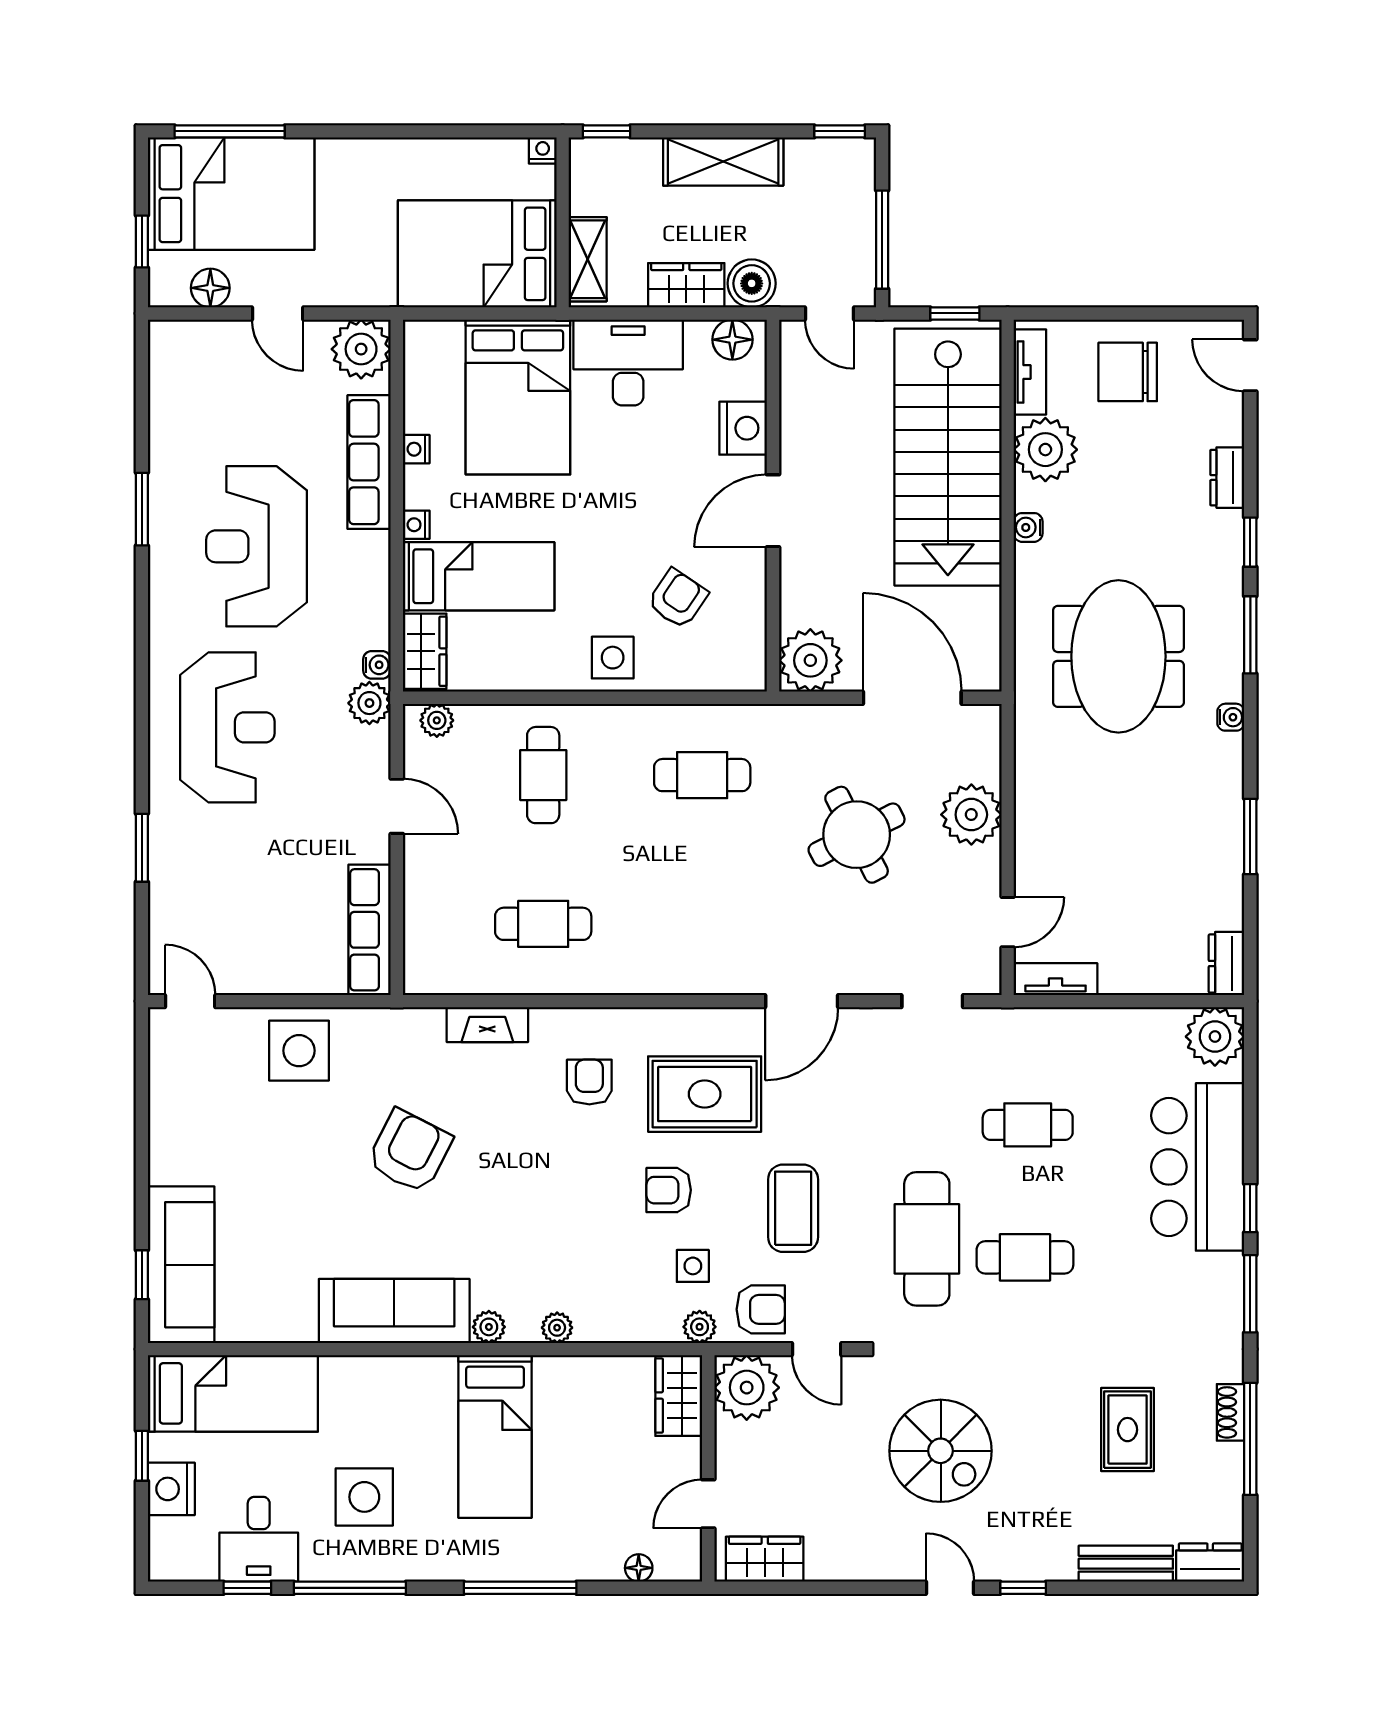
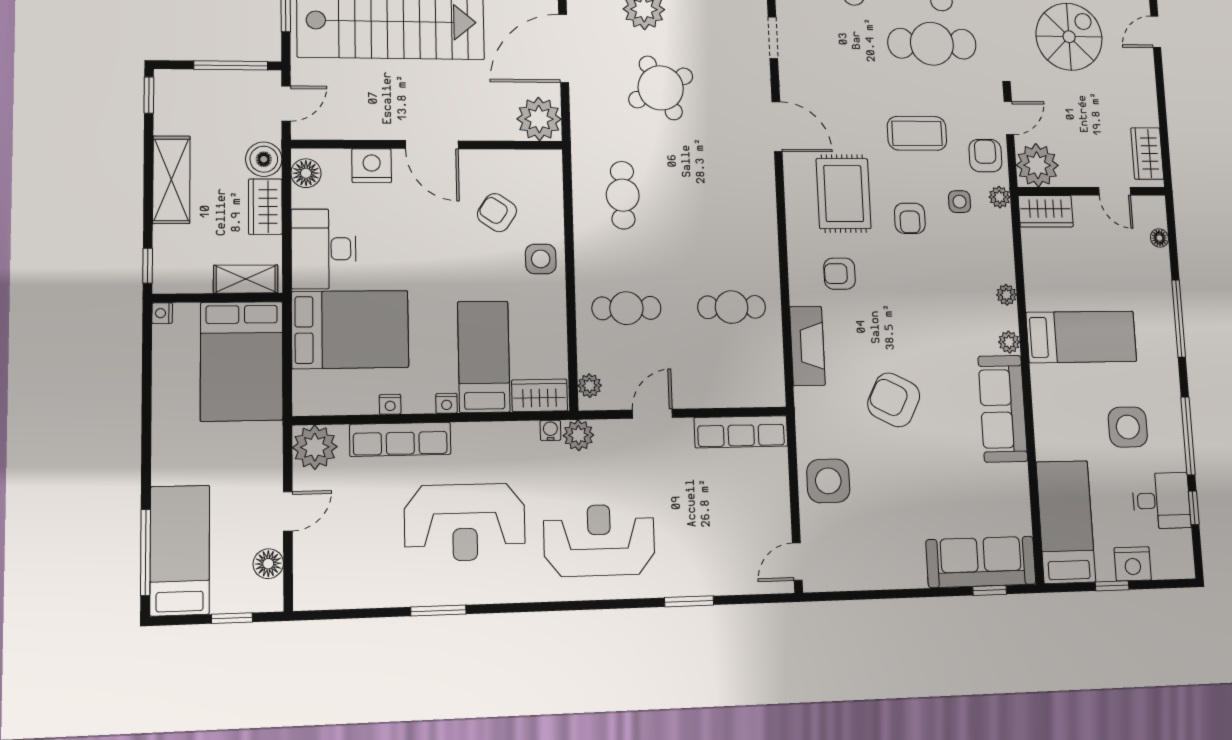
bed: (231, 194) -> (180, 550), width x0.67
cafe table: (543, 924) -> (732, 307), turned 90
fireplace: (487, 1025) -> (807, 346), width x1.37, depth x1.32

